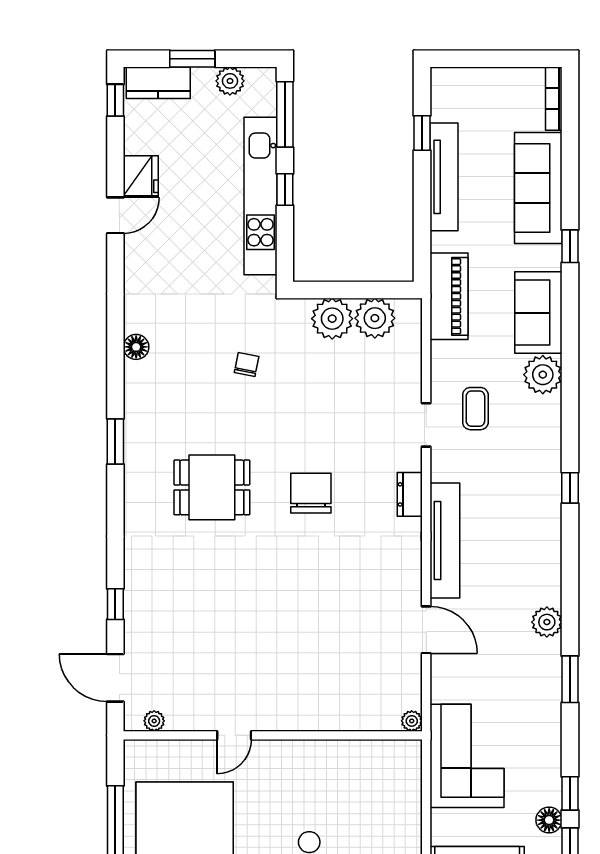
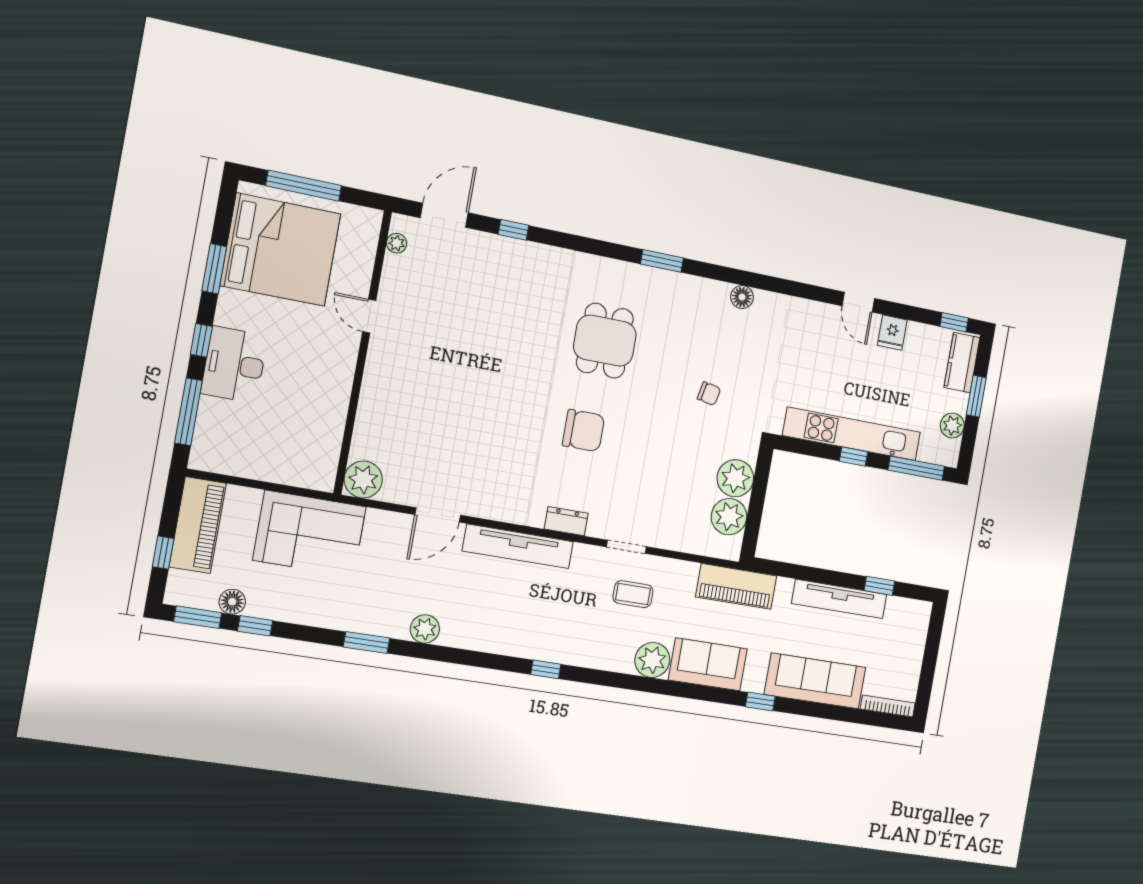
fridge: (141, 176) -> (892, 333), width x0.72
plant: (412, 721) -> (363, 480), width x1.88, depth x1.88

